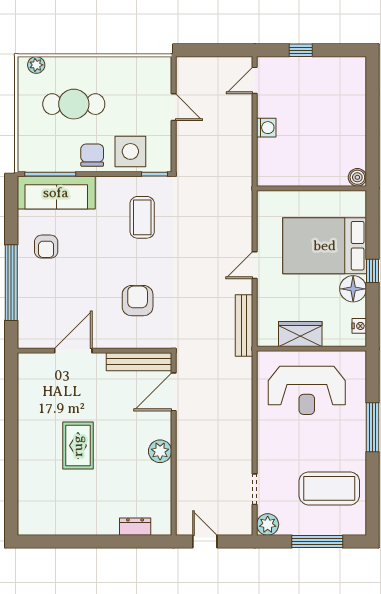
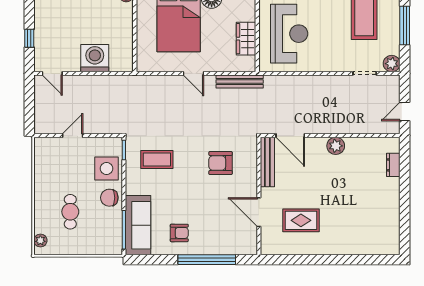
cafe table: (74, 104) -> (70, 212), width x0.73, depth x0.74
washing machine: (266, 128) -> (95, 58), width x1.89, depth x1.89
rug: (78, 446) -> (301, 220), moved

